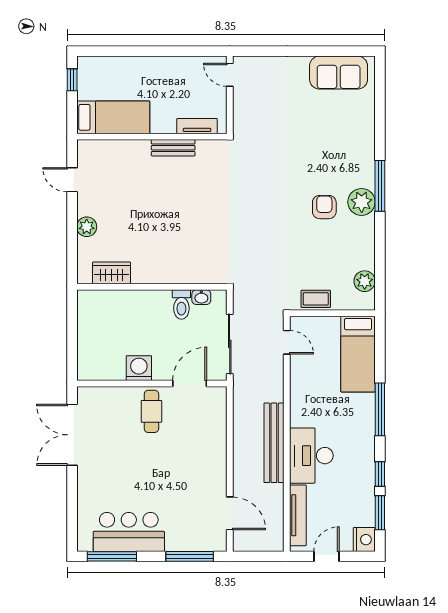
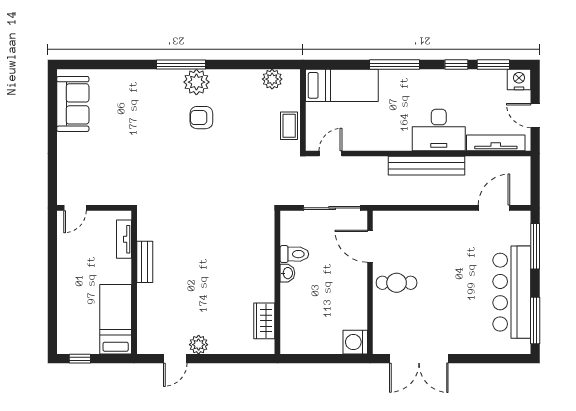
plant: (87, 227) -> (199, 345), moved
washbasin: (201, 297) -> (287, 273), moved
washing machine: (139, 368) -> (355, 342), moved
bar counter: (129, 532) -> (512, 292), width x1.36

